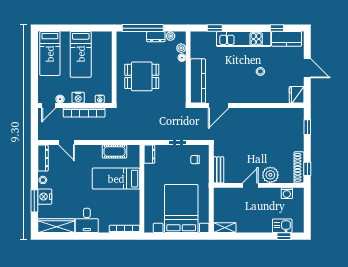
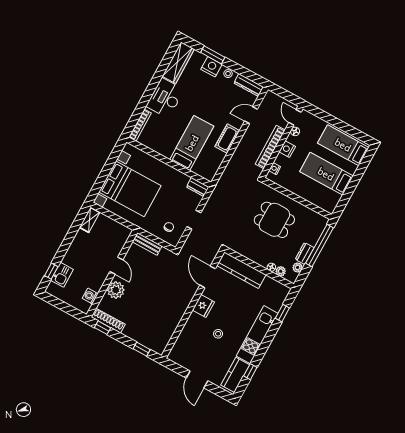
door: (307, 68) -> (197, 379), hinge flipped
dining table: (142, 76) -> (274, 220), turned 90
fridge: (297, 95) -> (203, 306), moved, turned 90
cot: (114, 151) -> (227, 139), moved
desk: (87, 220) -> (165, 98), width x1.37

